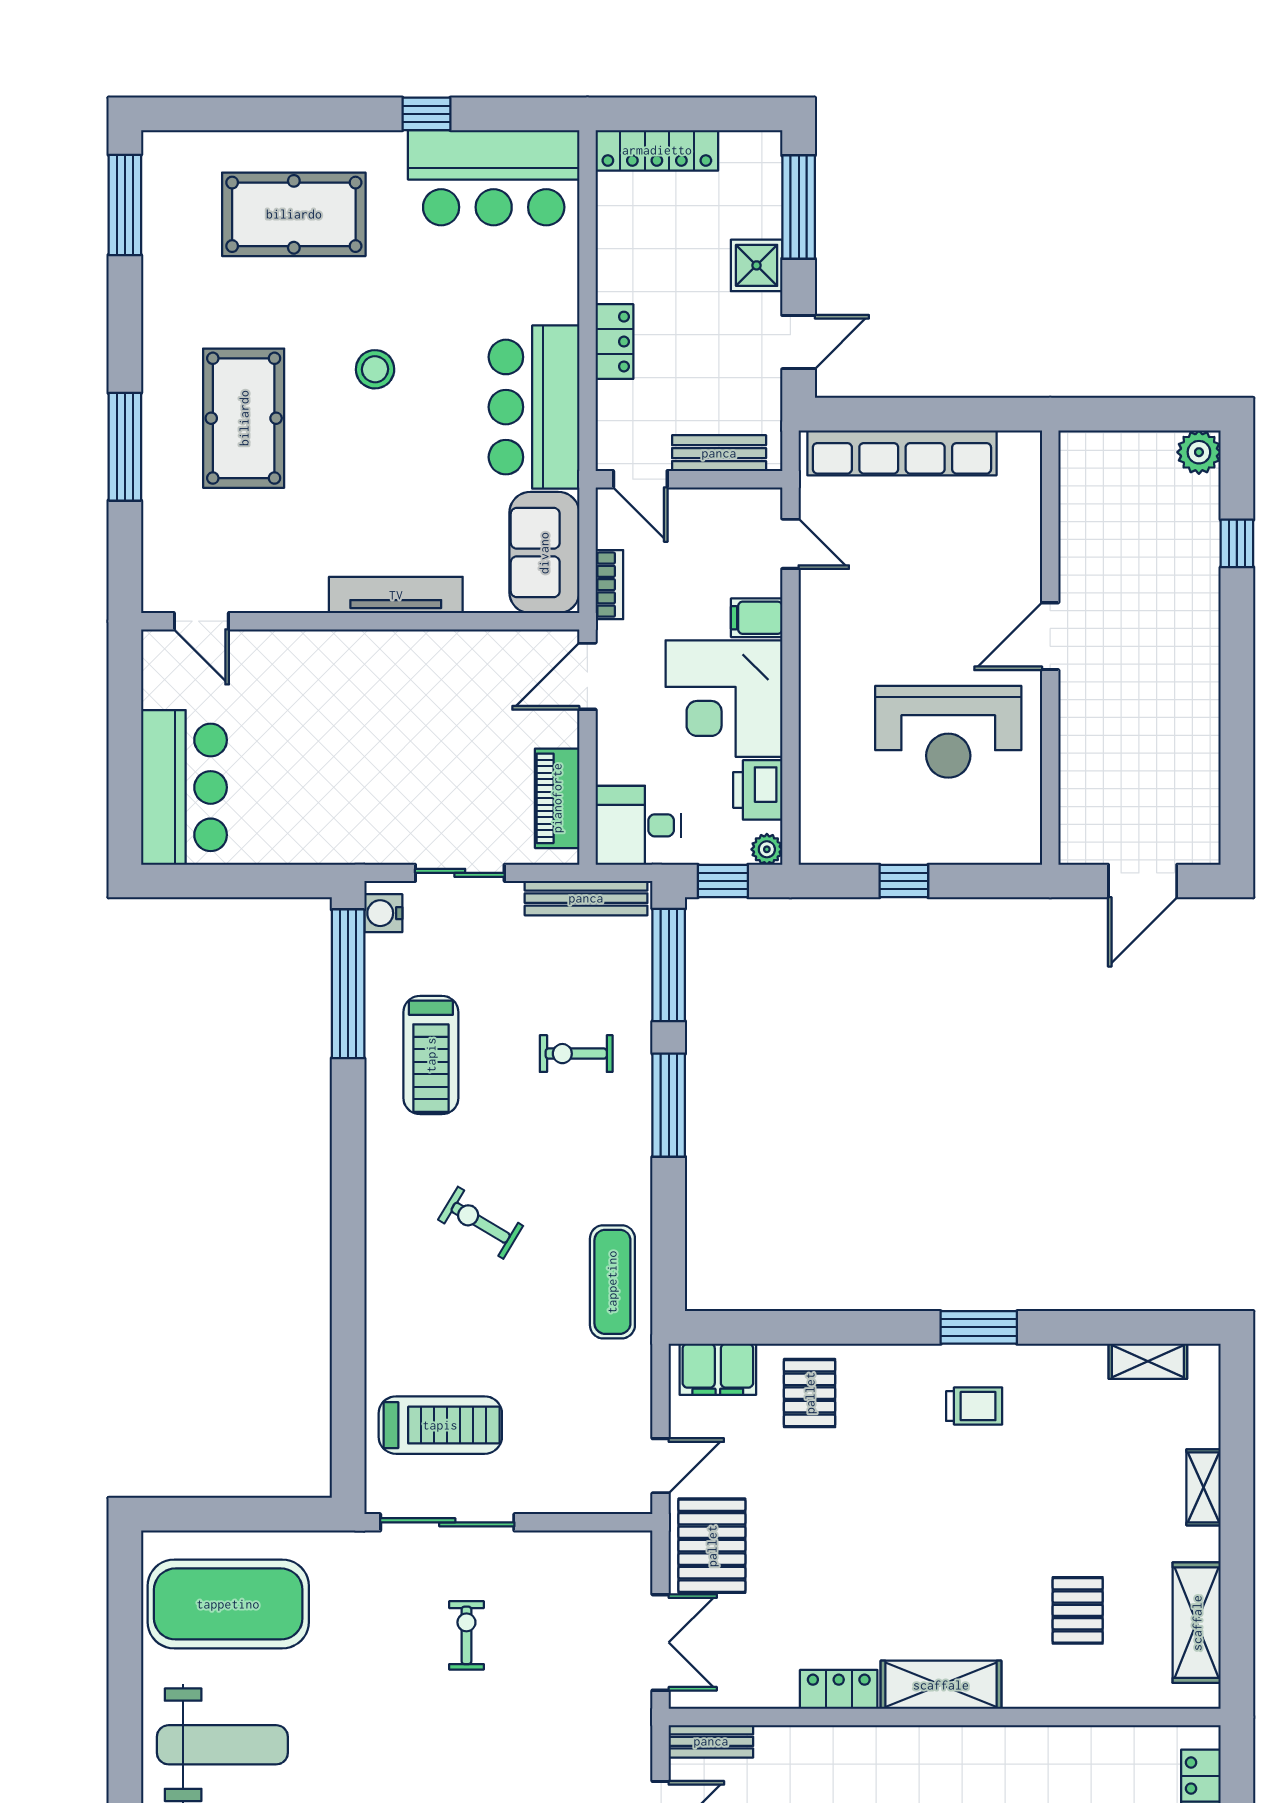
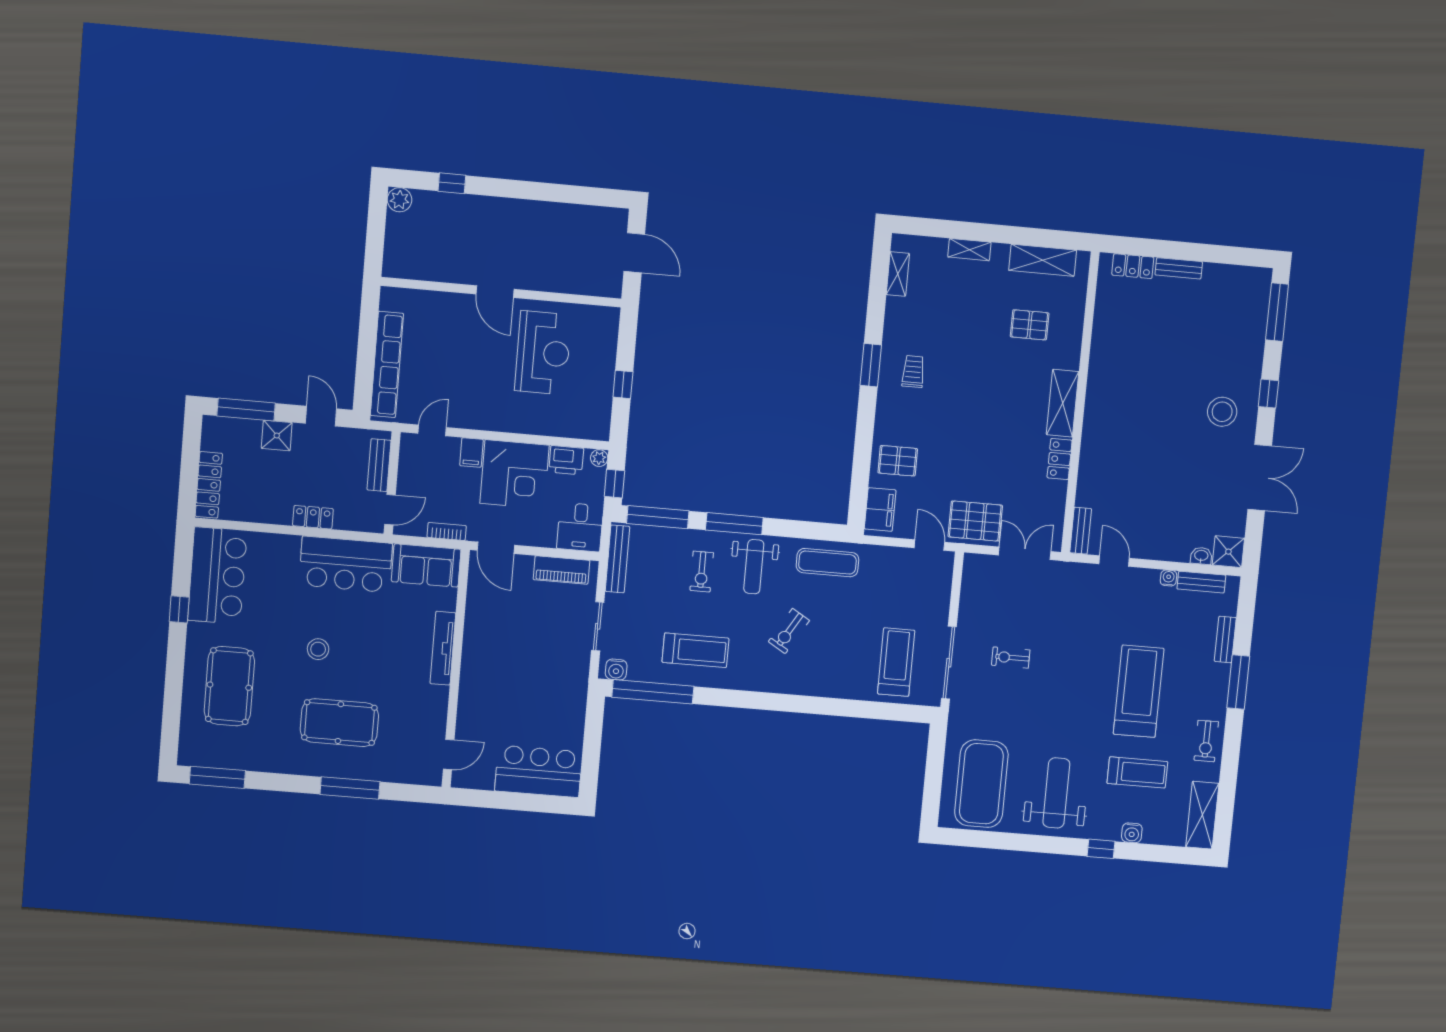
weight bench: (593, 1148) -> (754, 567), added

